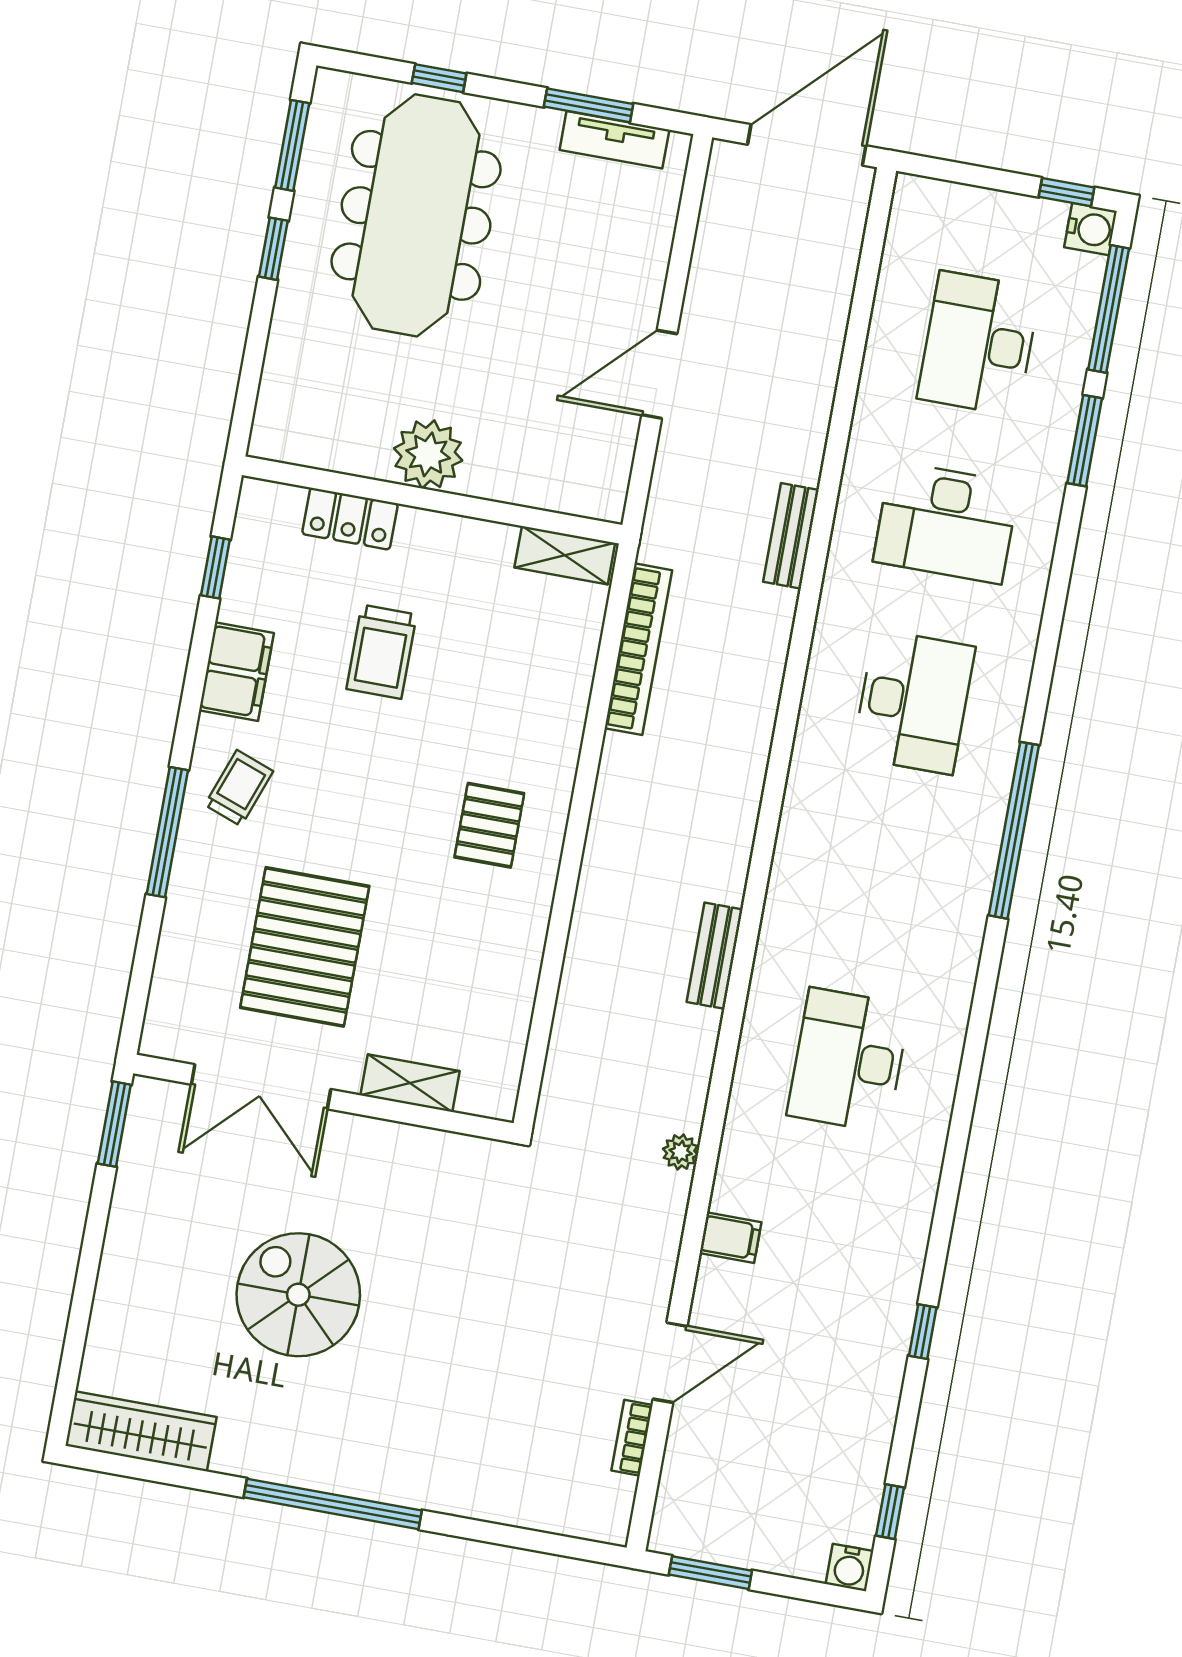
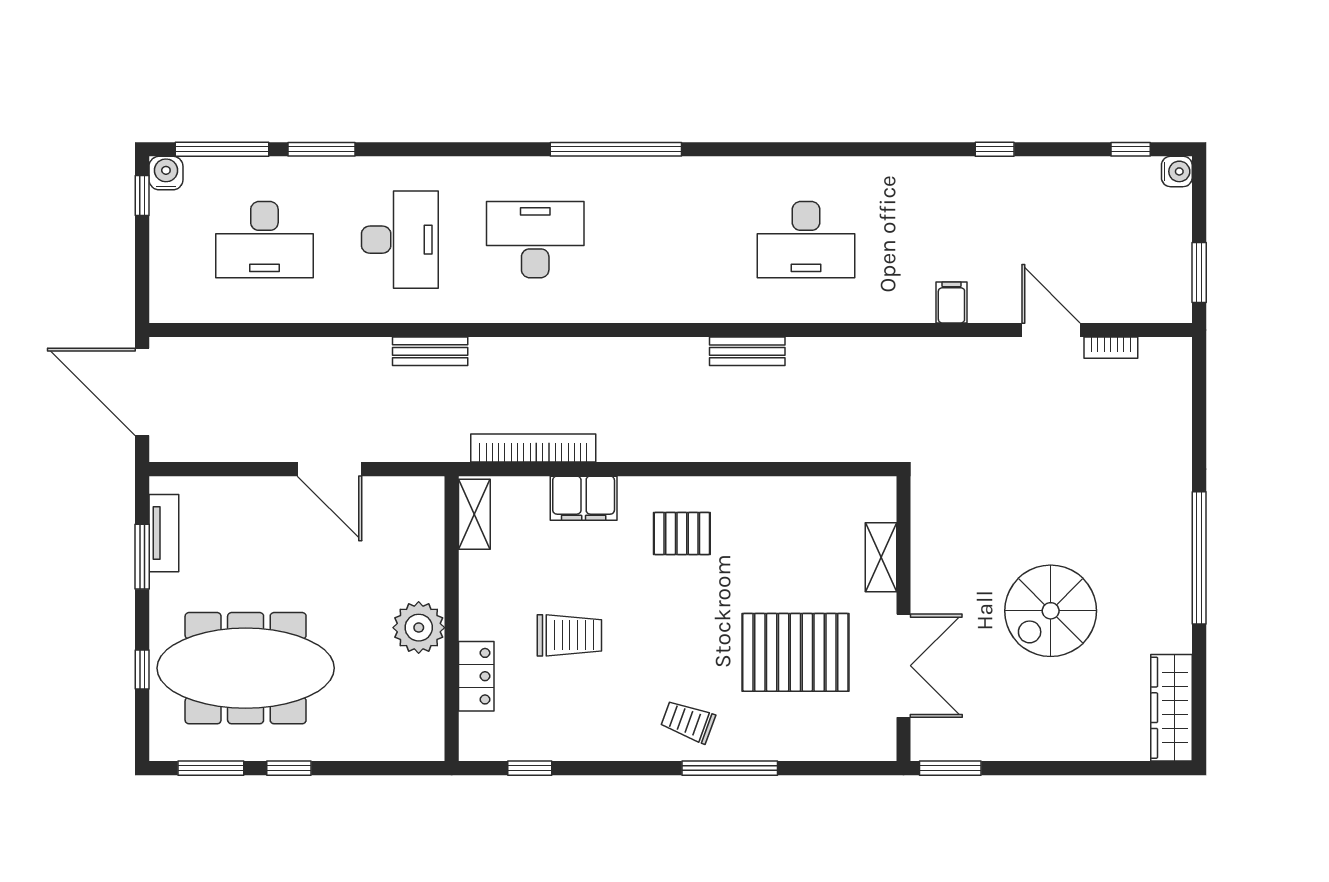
filing cabinet: (236, 672) -> (584, 498), moved, turned 180
plant: (681, 1152) -> (895, 350), removed

